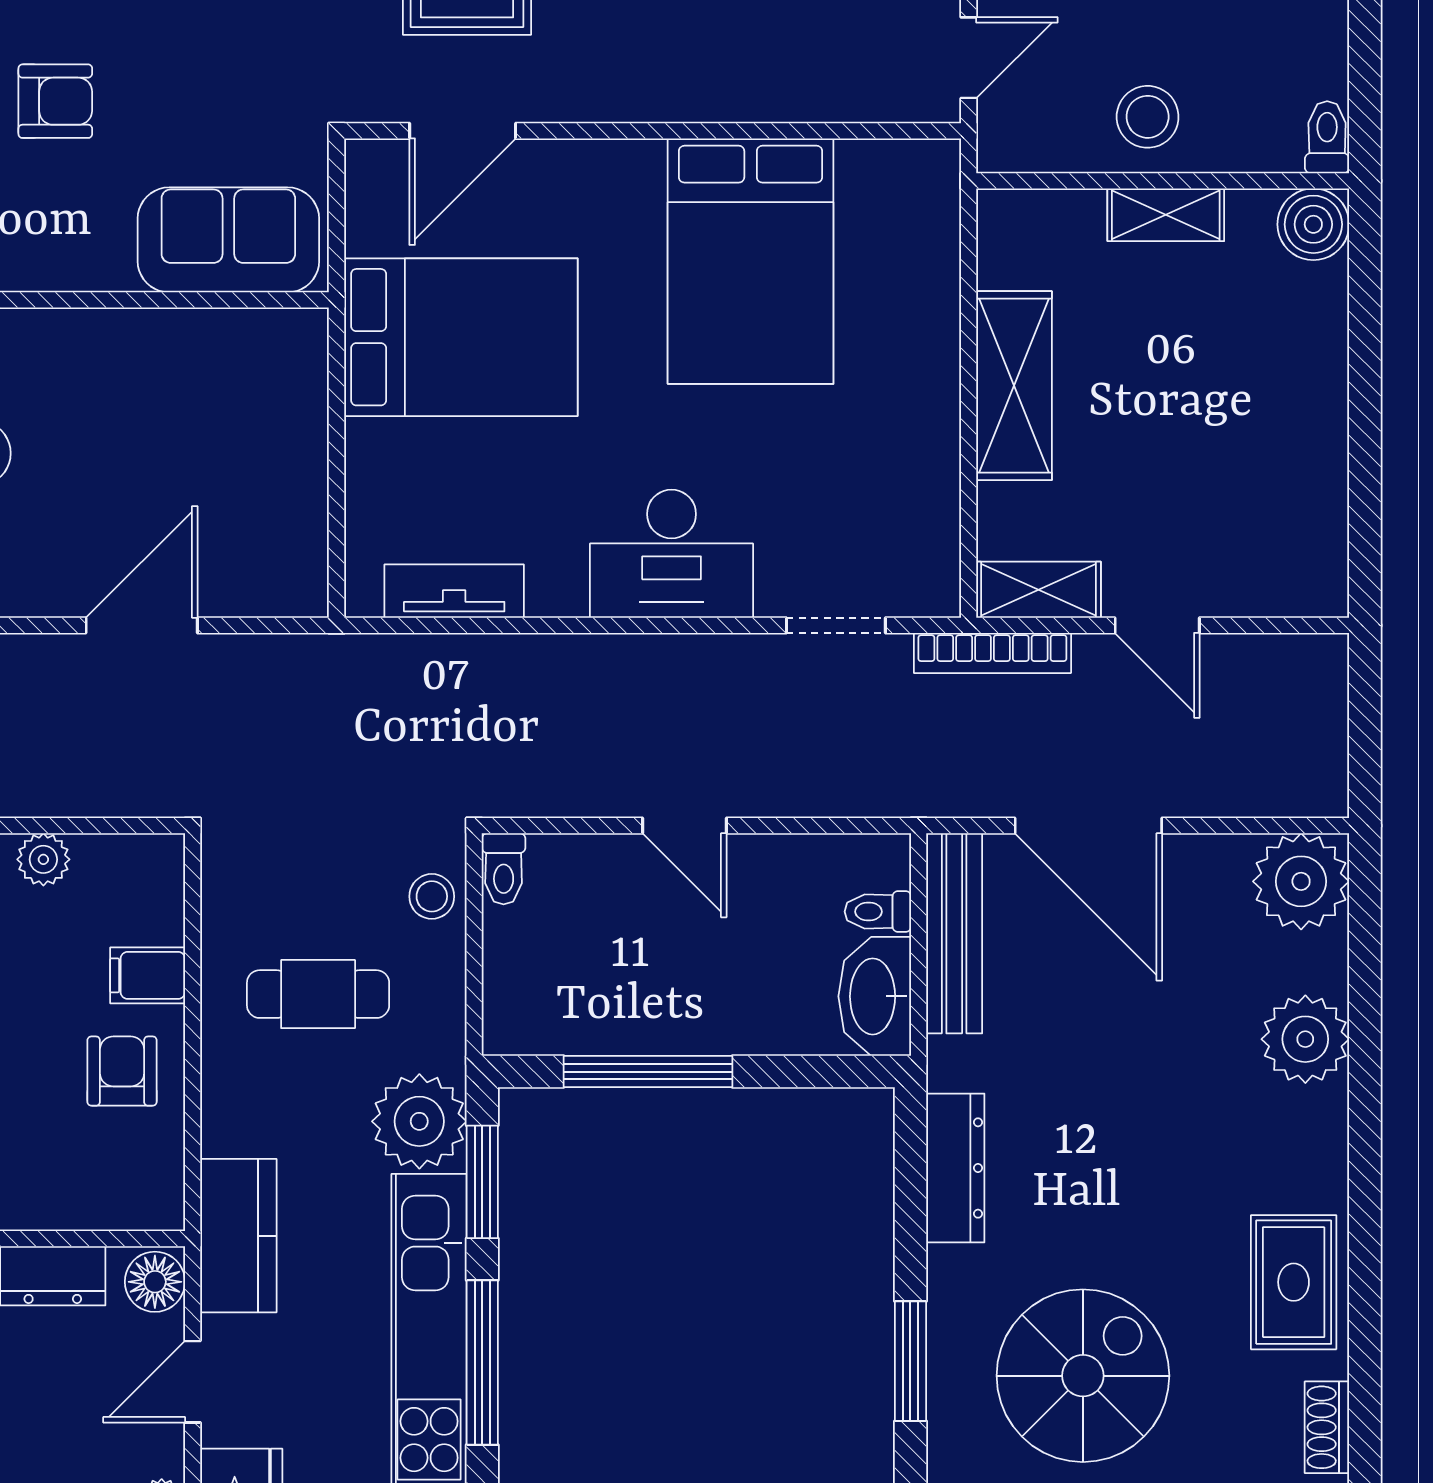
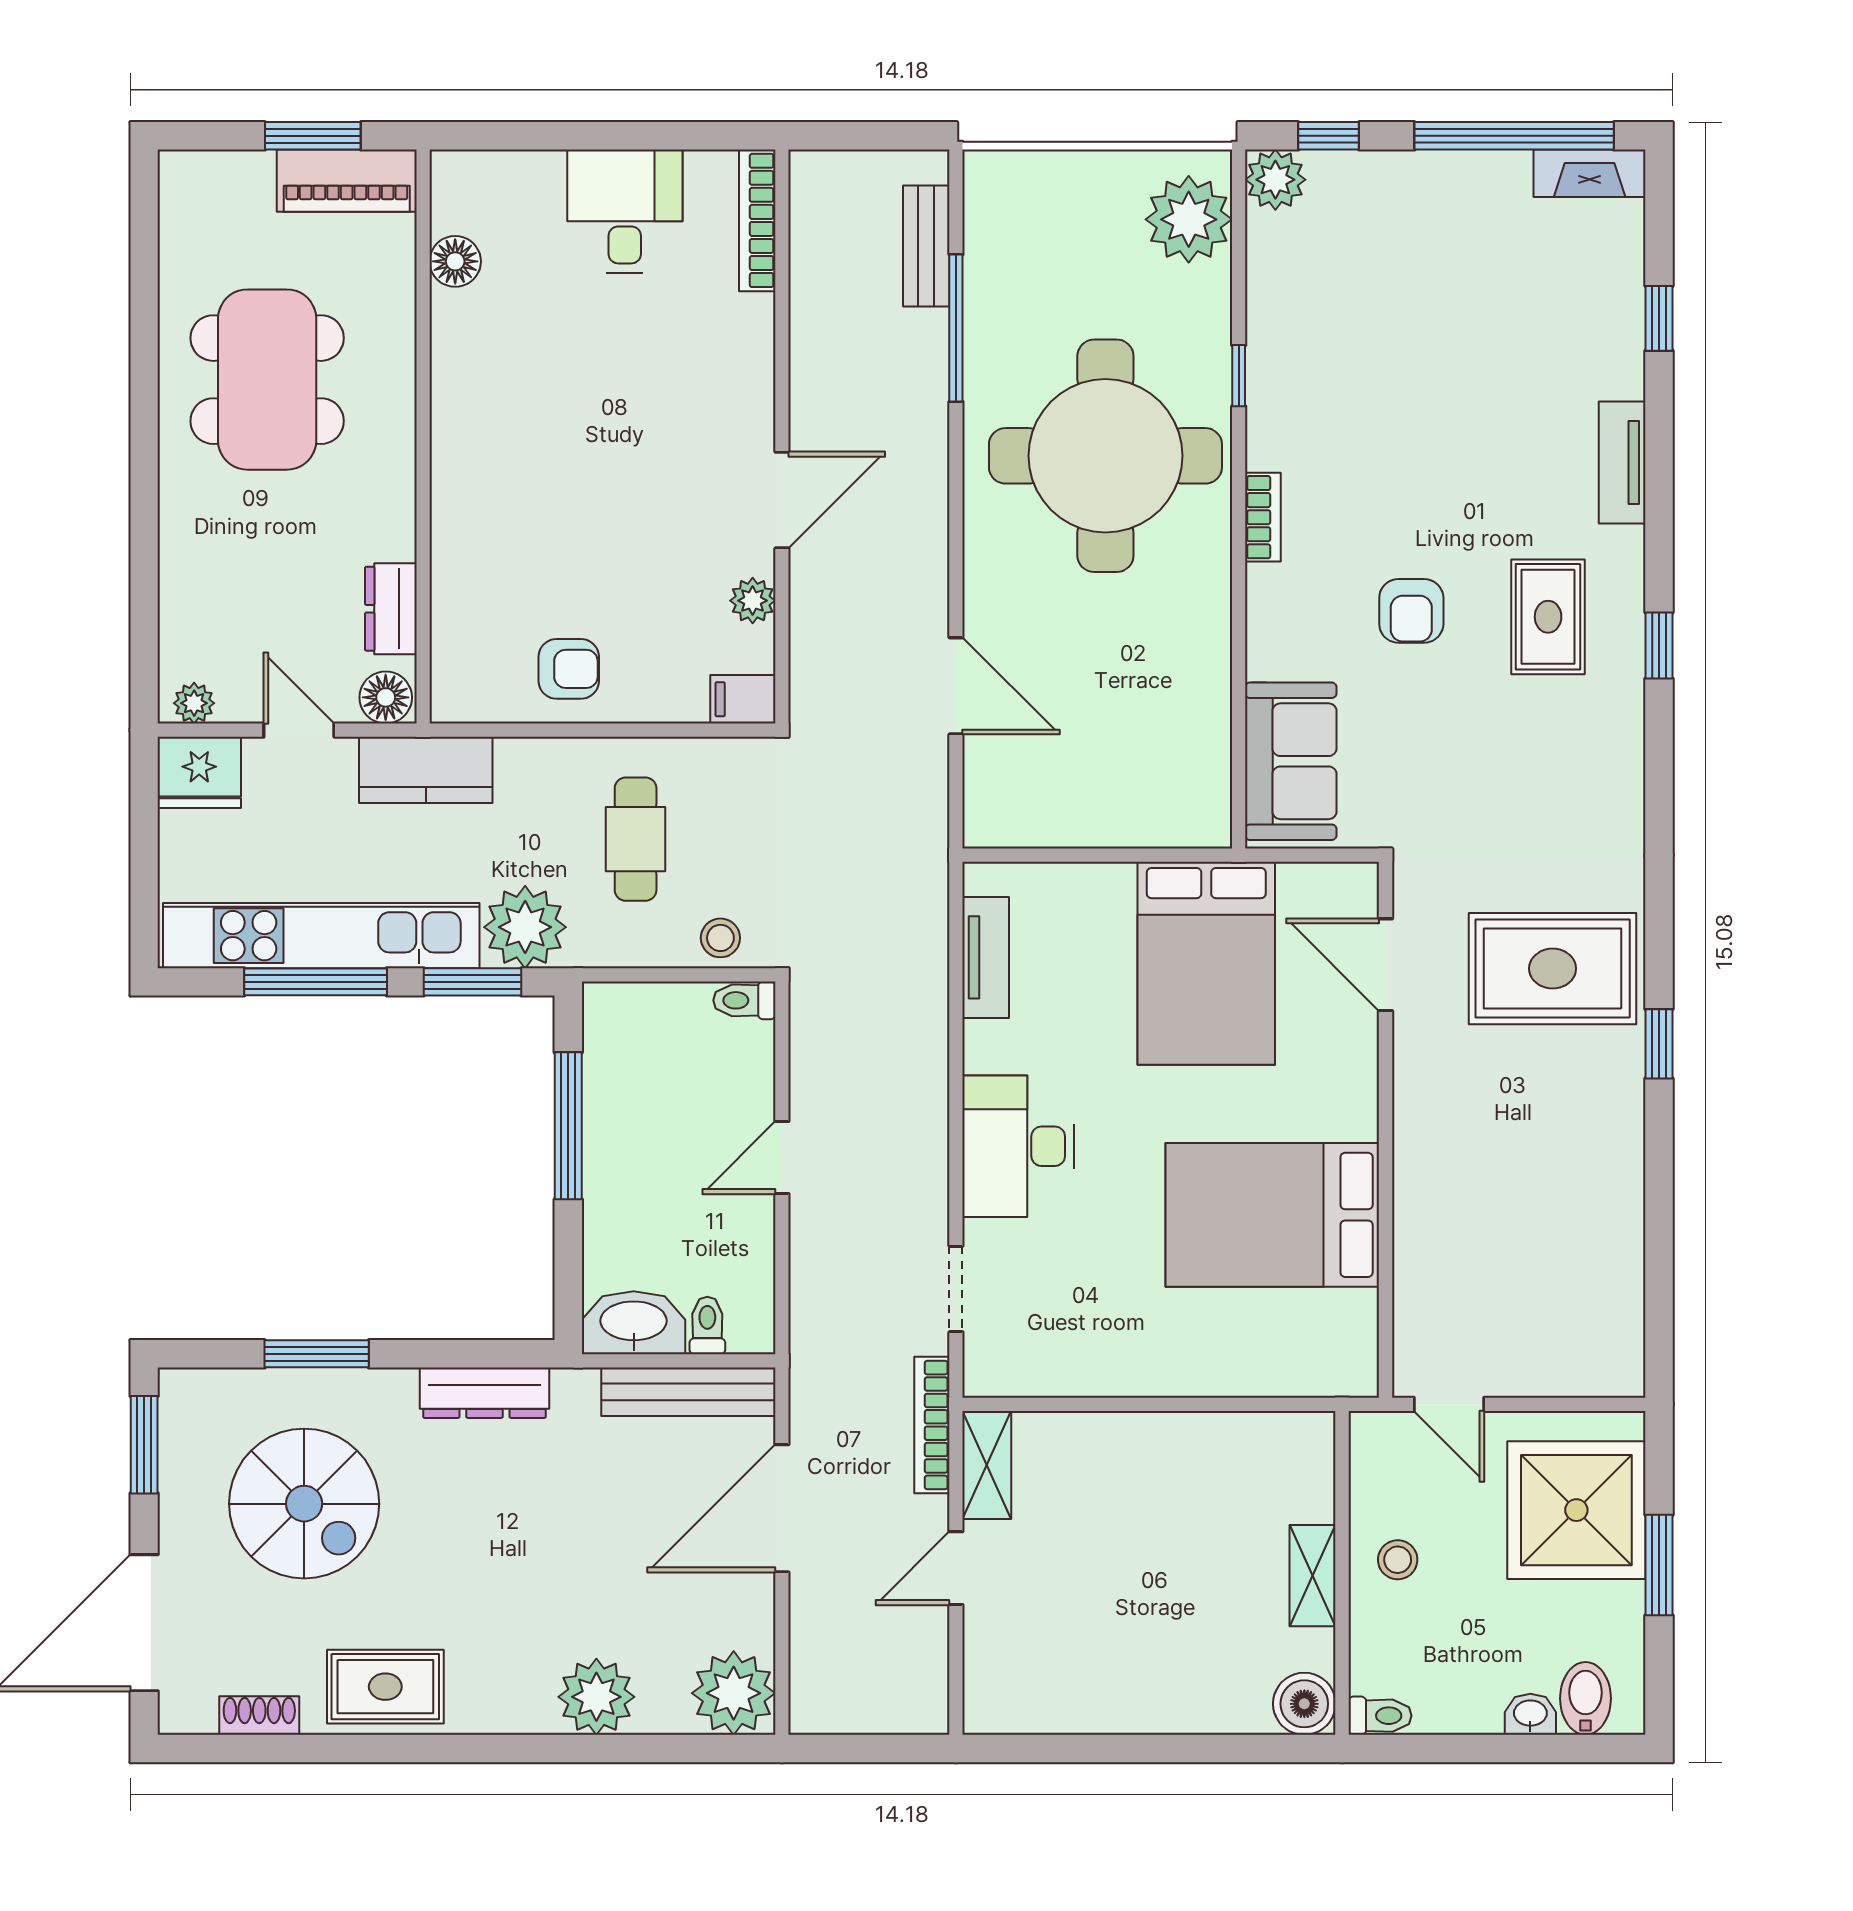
stool: (1148, 117) -> (1398, 1560), width x0.73, depth x0.73
shelving: (1014, 386) -> (1164, 1444), removed
filing cabinet: (148, 975) -> (743, 699), moved, turned -90

